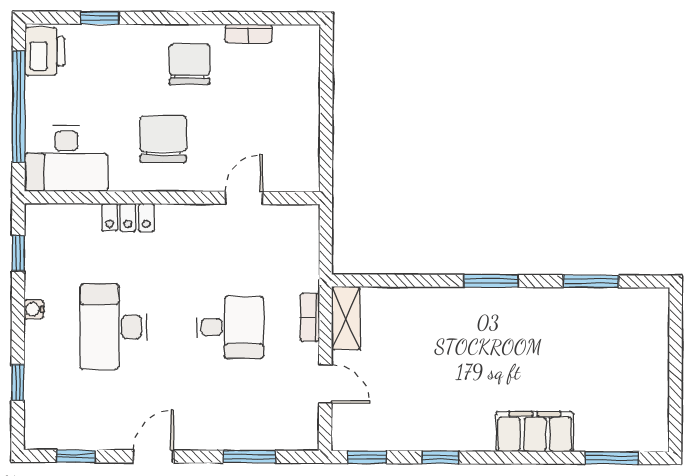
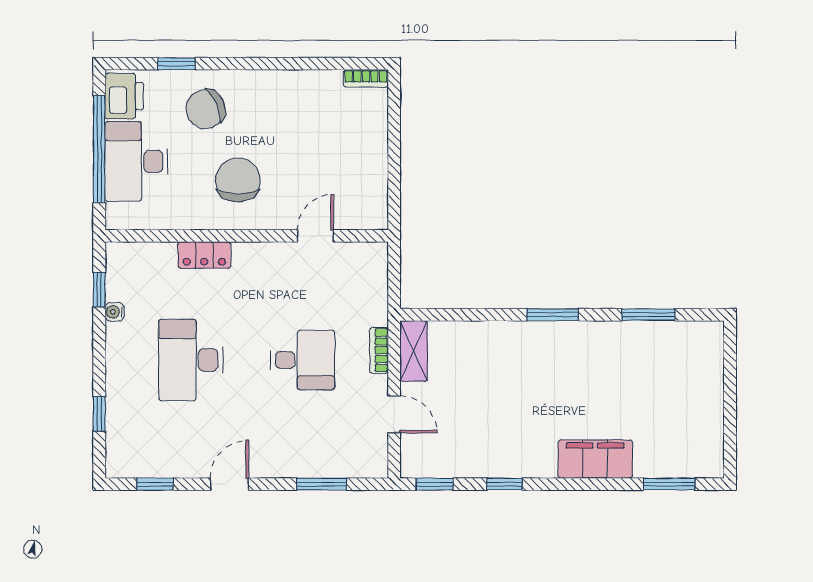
bookcase: (249, 34) -> (366, 78), moved
chair: (190, 64) -> (206, 109), moved, turned -114
desk: (66, 158) -> (136, 161), moved, turned 90
water cooler: (34, 309) -> (114, 312), moved

